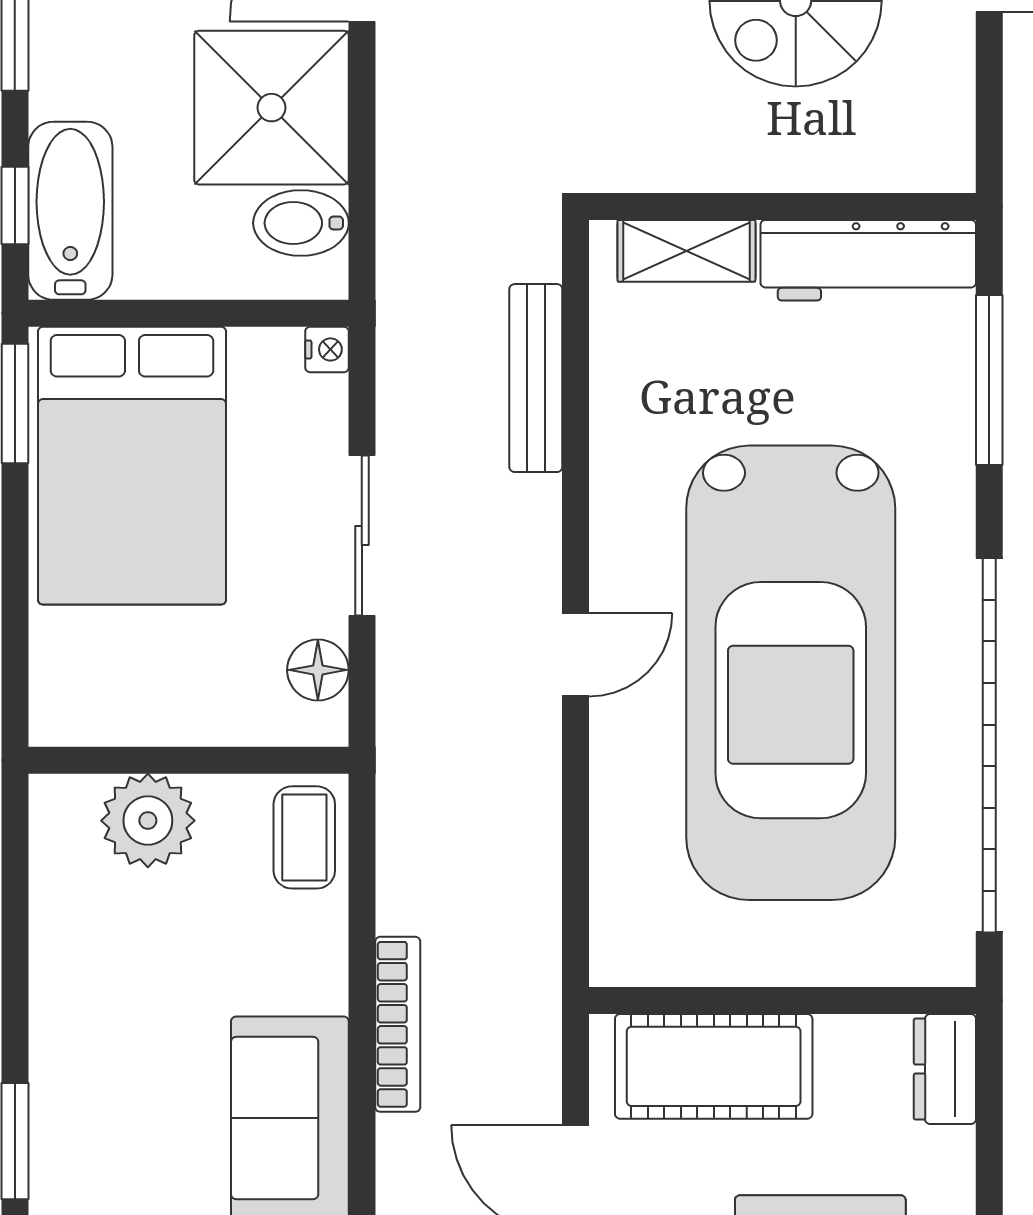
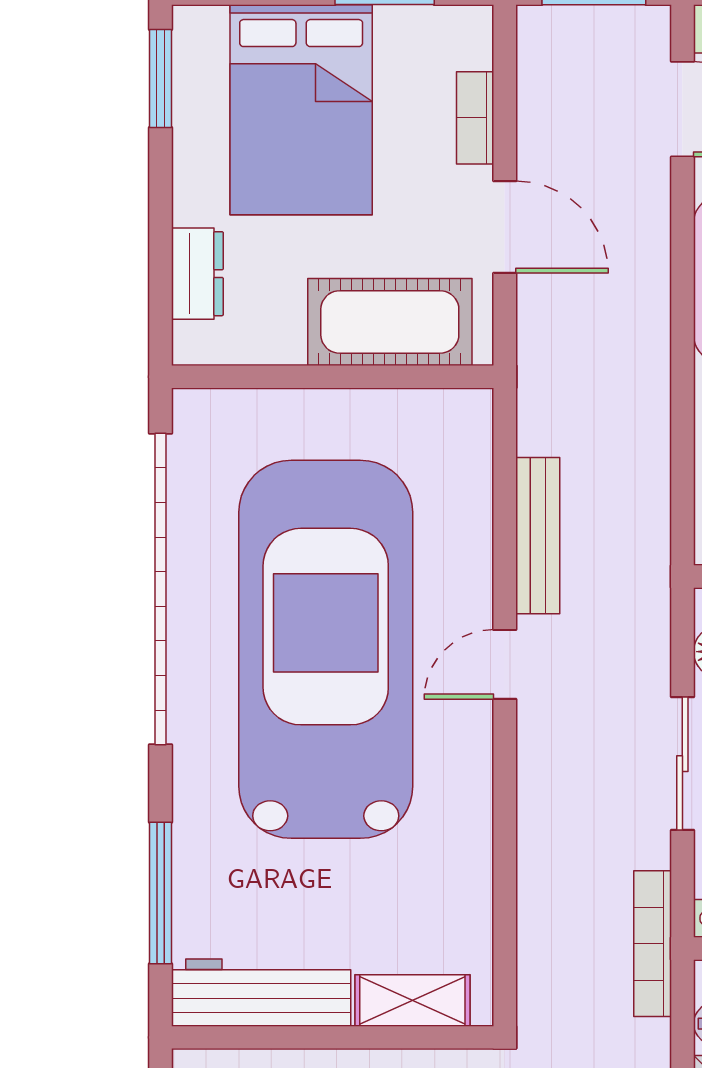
bench: (536, 378) -> (538, 536), moved
bookcase: (398, 1024) -> (653, 944), moved
dresser: (945, 1069) -> (197, 274), moved

